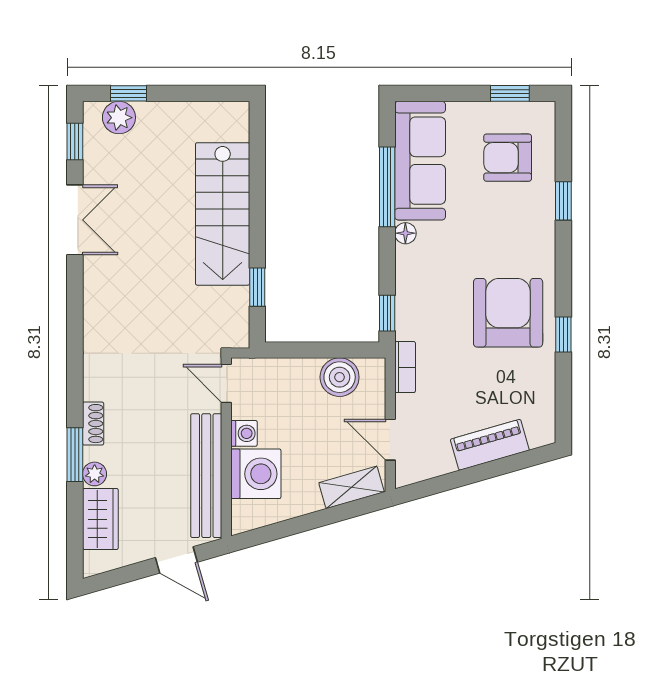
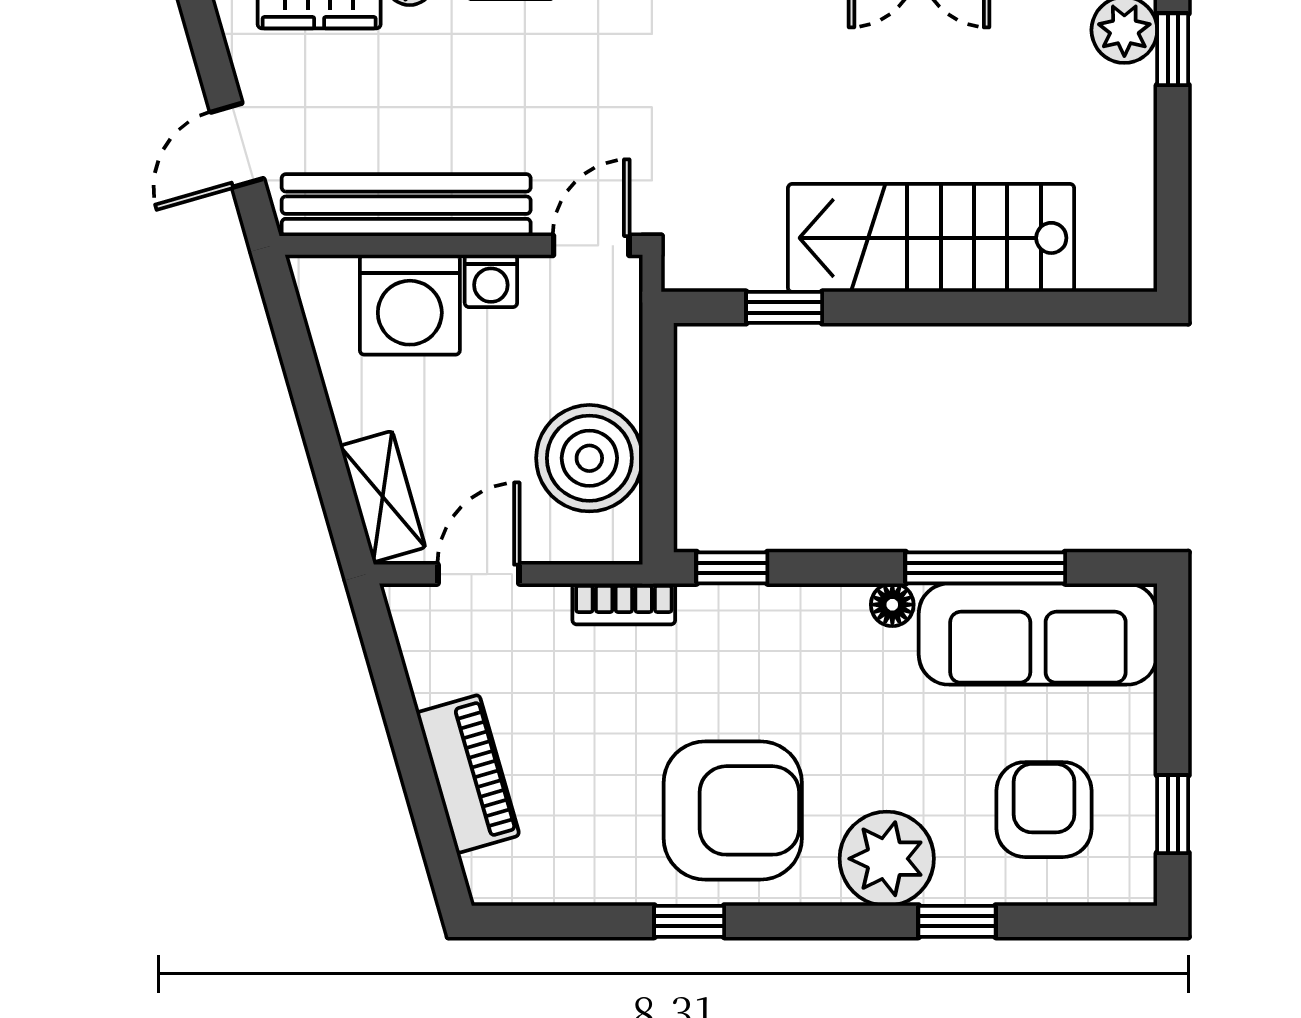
plant: (532, 236) -> (887, 859), added
boiler: (340, 377) -> (589, 458), width x1.37, depth x1.37

